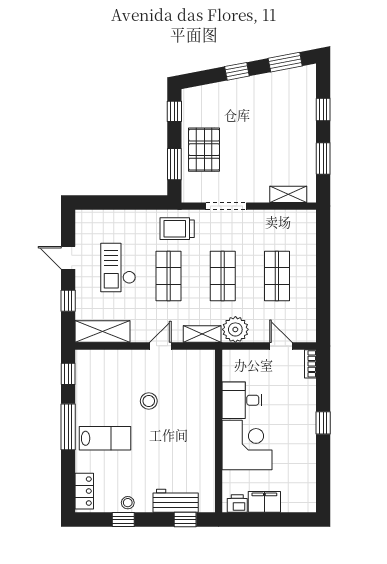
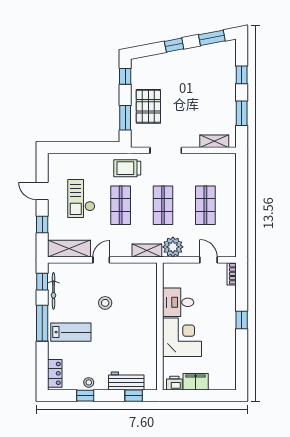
door: (160, 346) -> (101, 260), moved
bicycle: (83, 386) -> (53, 291), added

